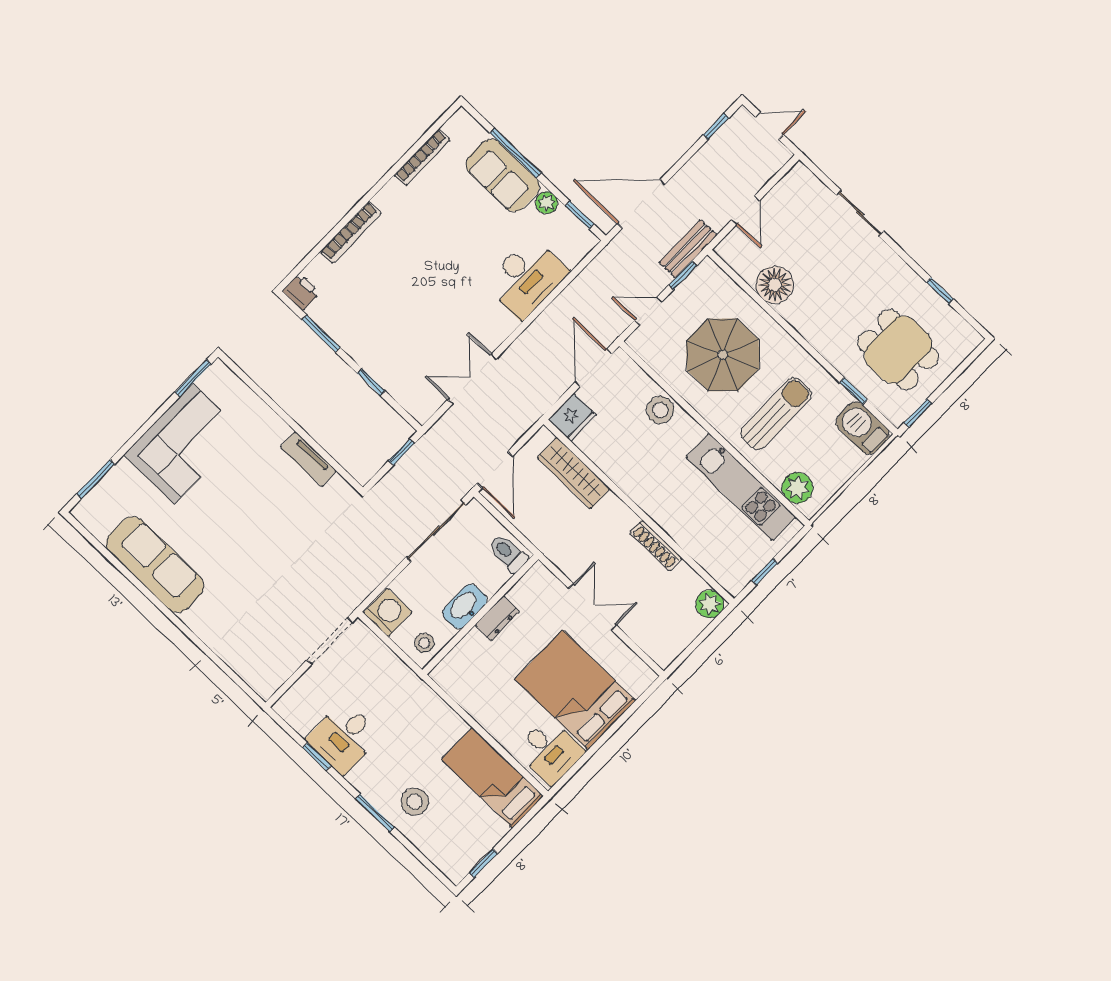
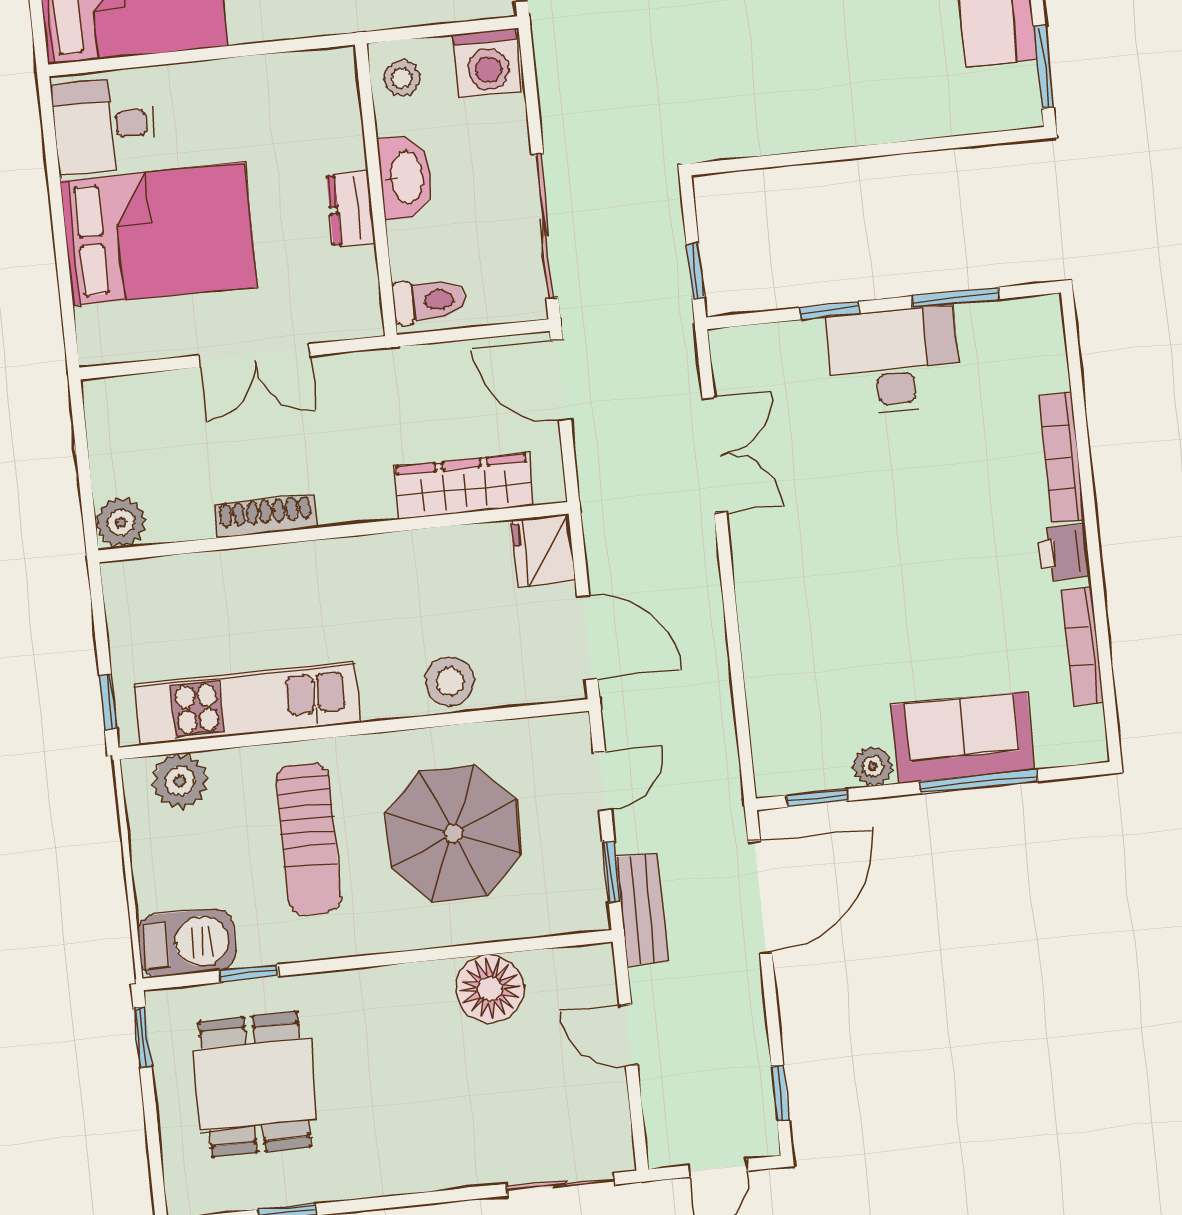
sliding door: (860, 213) -> (560, 1184), moved
desk: (527, 278) -> (894, 361), moved, turned 90
printer: (301, 292) -> (1064, 553), moved, turned 90
dining table: (898, 350) -> (255, 1084), turned 90
tv unit: (308, 459) -> (795, 133), removed
window: (765, 572) -> (108, 702), moved

